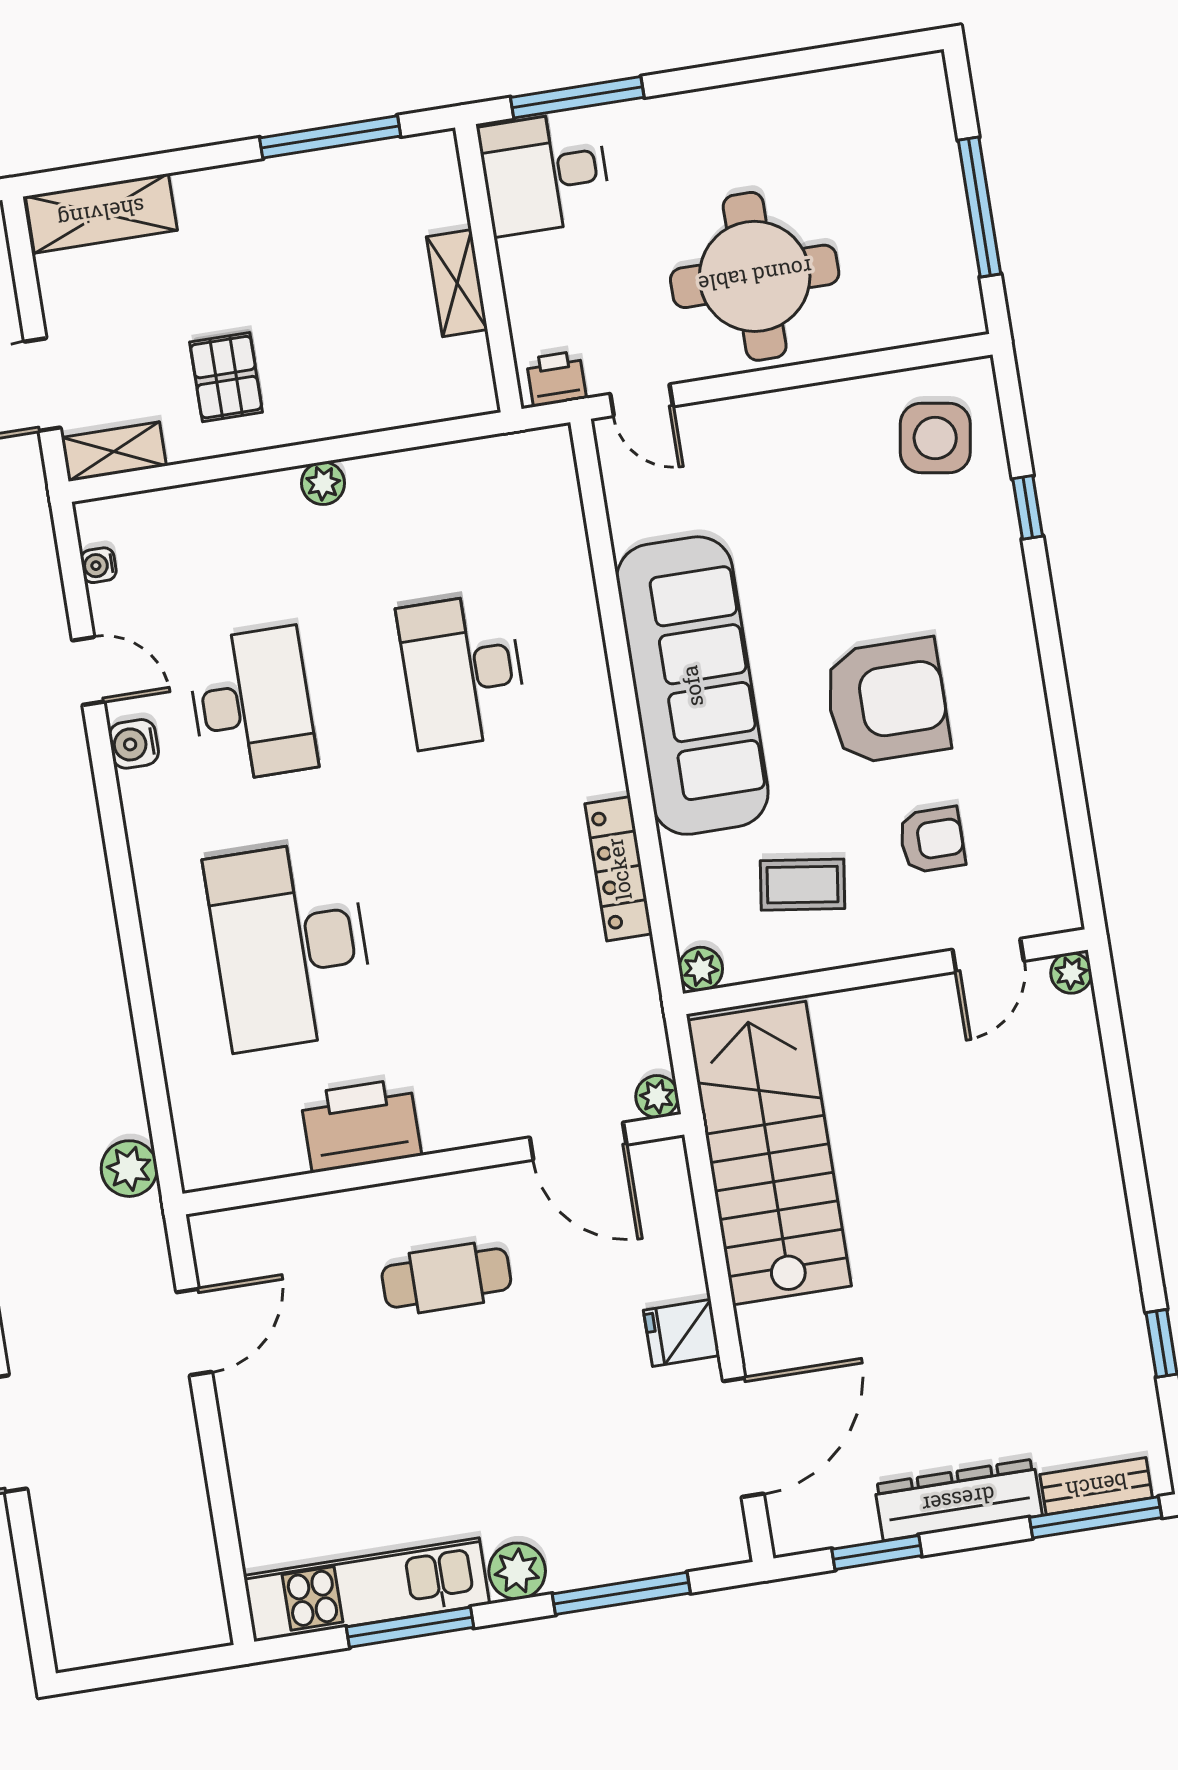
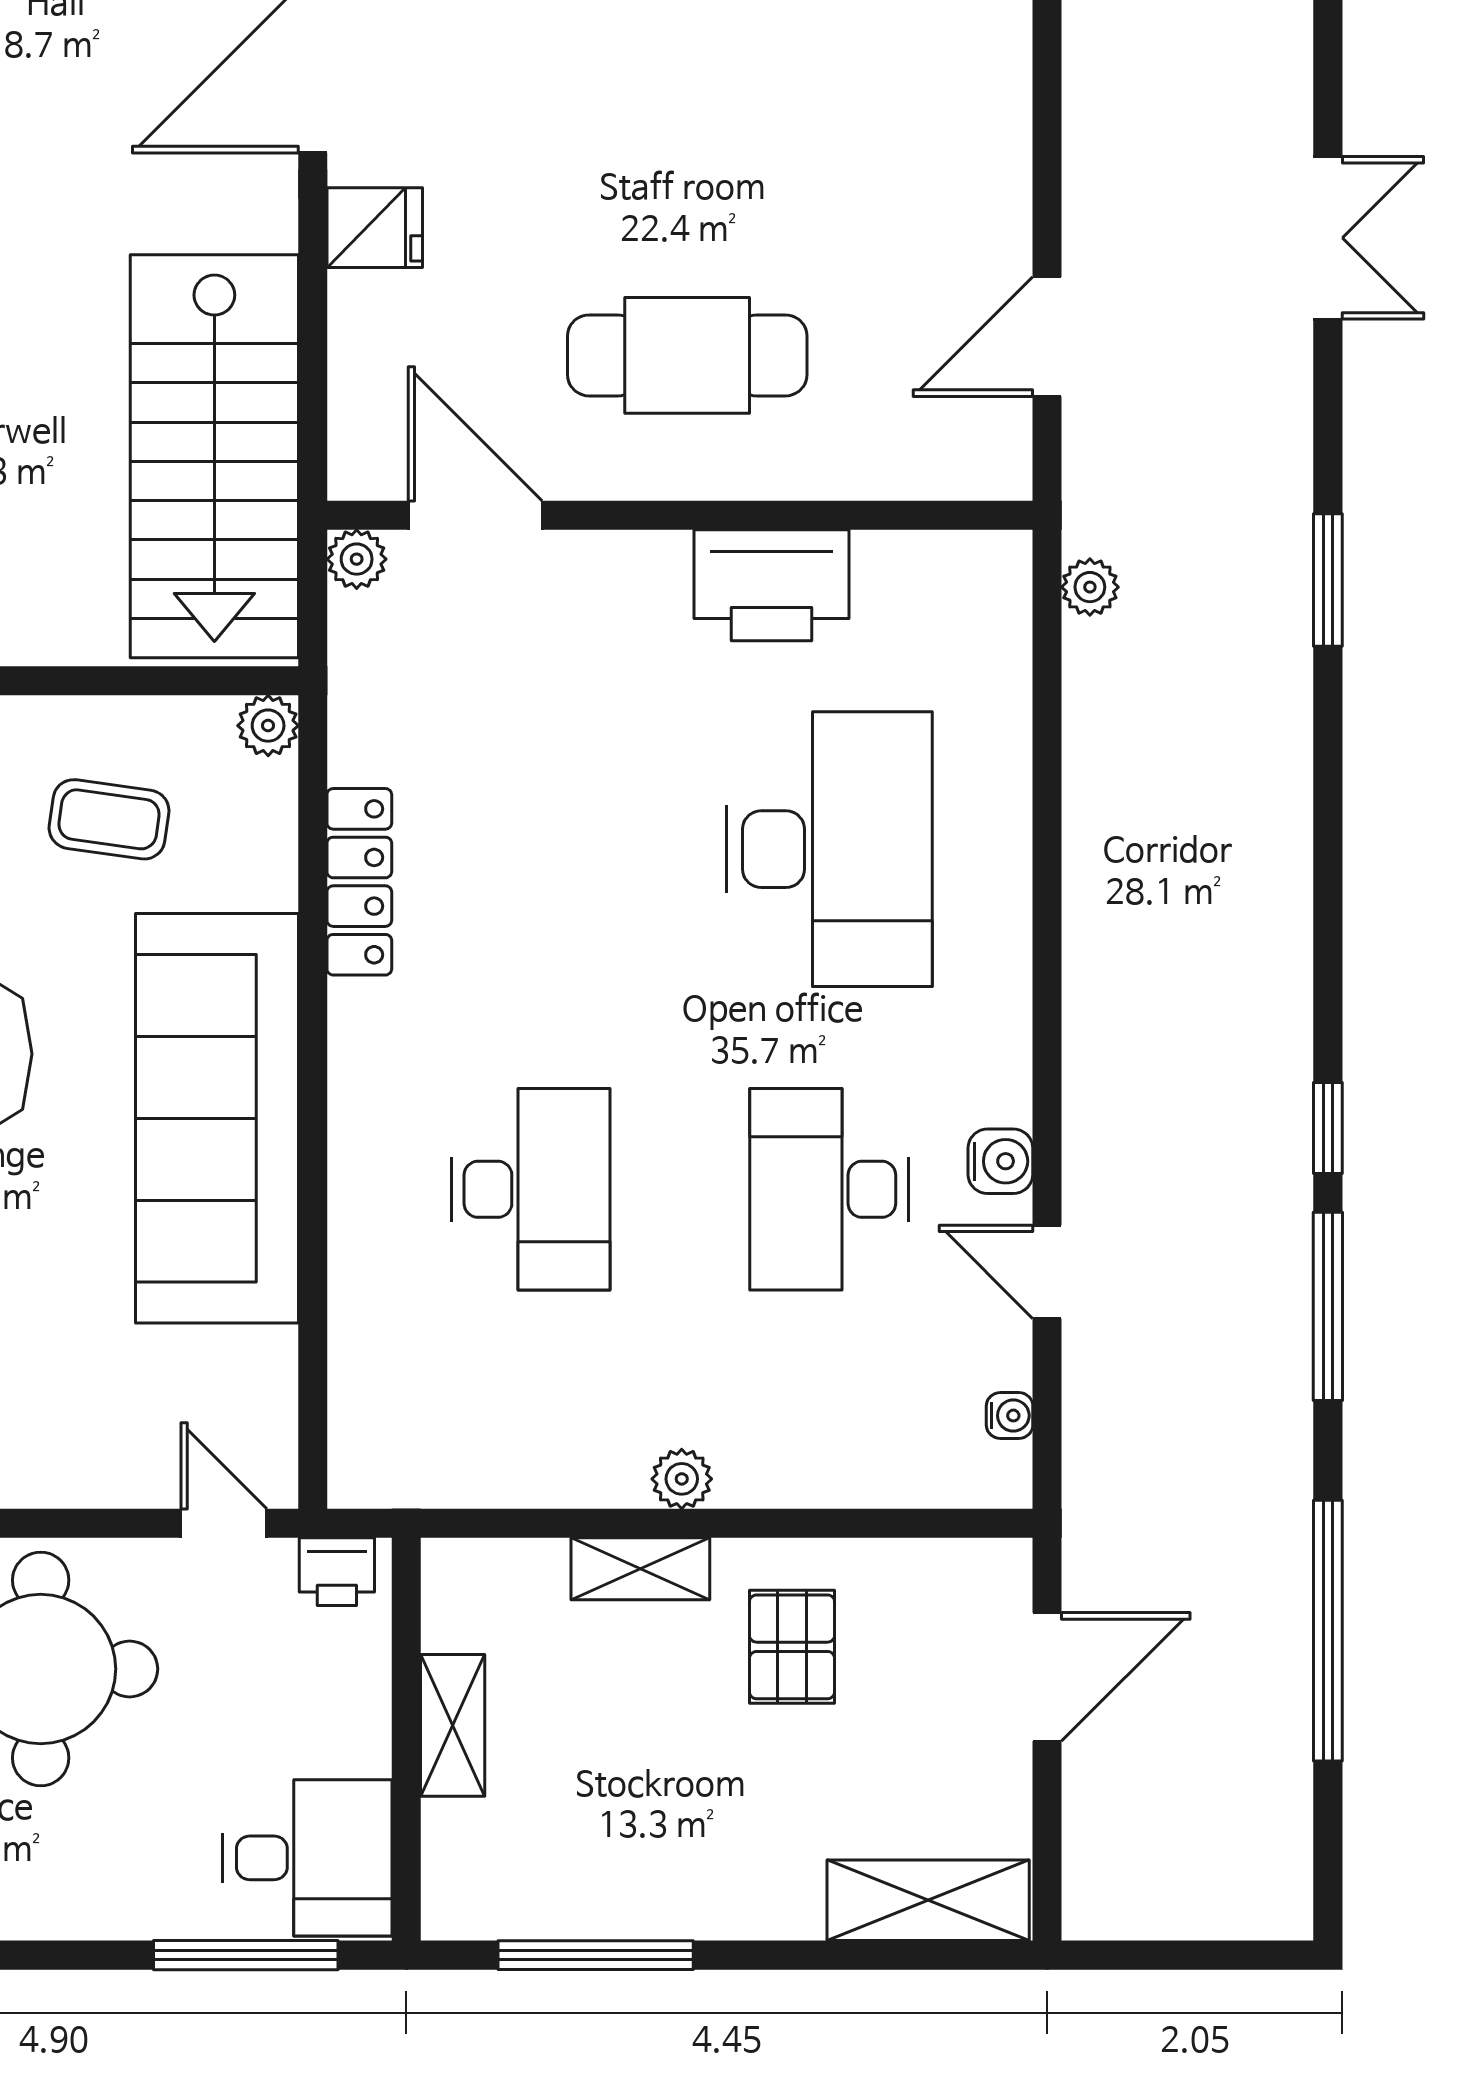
shelving: (114, 452) -> (640, 1569), moved
plant: (129, 1169) -> (1090, 587), width x0.73, depth x0.73
cafe table: (446, 1278) -> (687, 355), width x1.37, depth x1.35

